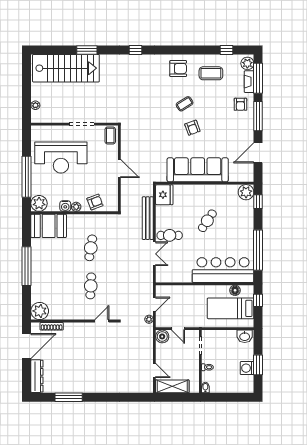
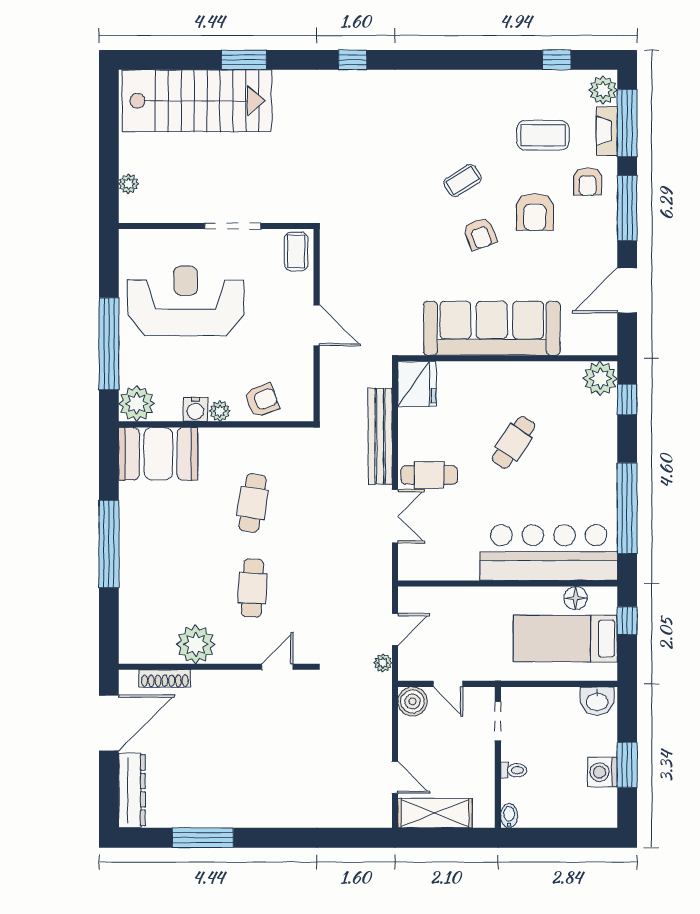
armchair: (178, 69) -> (535, 212), moved, turned 90
coffee table: (211, 73) -> (543, 135), moved
reception desk: (61, 158) -> (186, 301), turned 180
plant: (40, 311) -> (196, 644), moved

